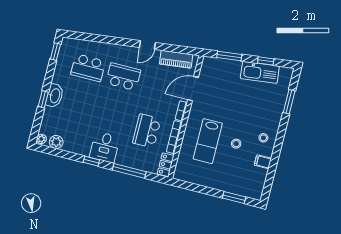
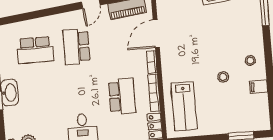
school desk: (123, 77) -> (76, 47), turned -90
school desk: (147, 131) -> (122, 96), turned 180
lab bench: (208, 141) -> (184, 106), moved

